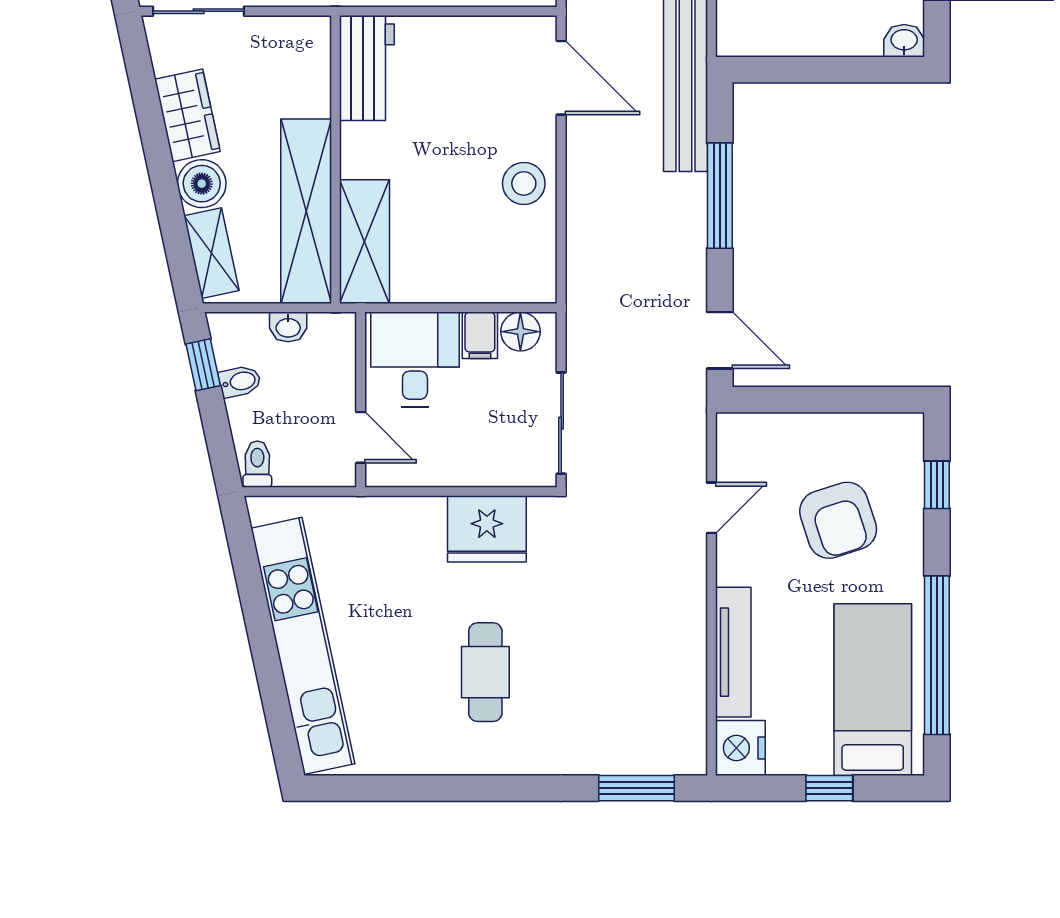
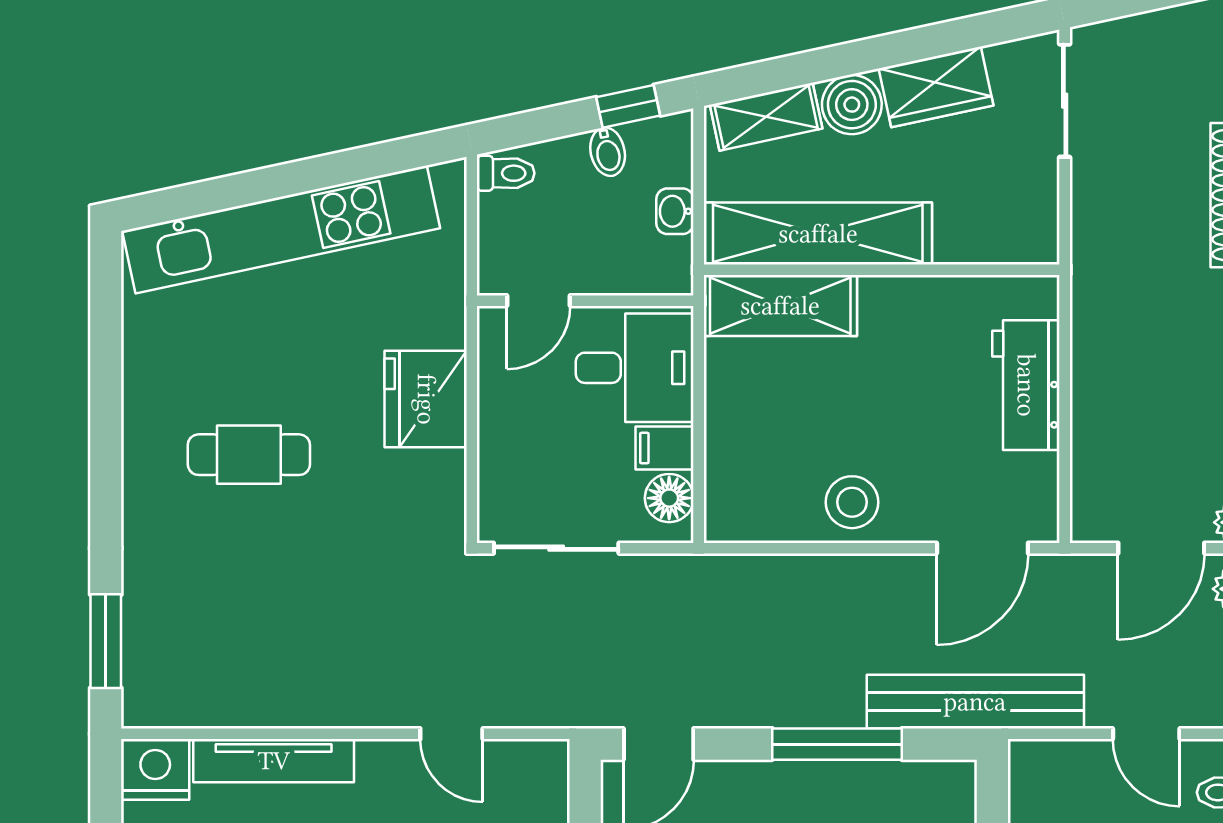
workbench: (367, 68) -> (1026, 385), moved, turned 90
fridge: (487, 529) -> (426, 399), moved

